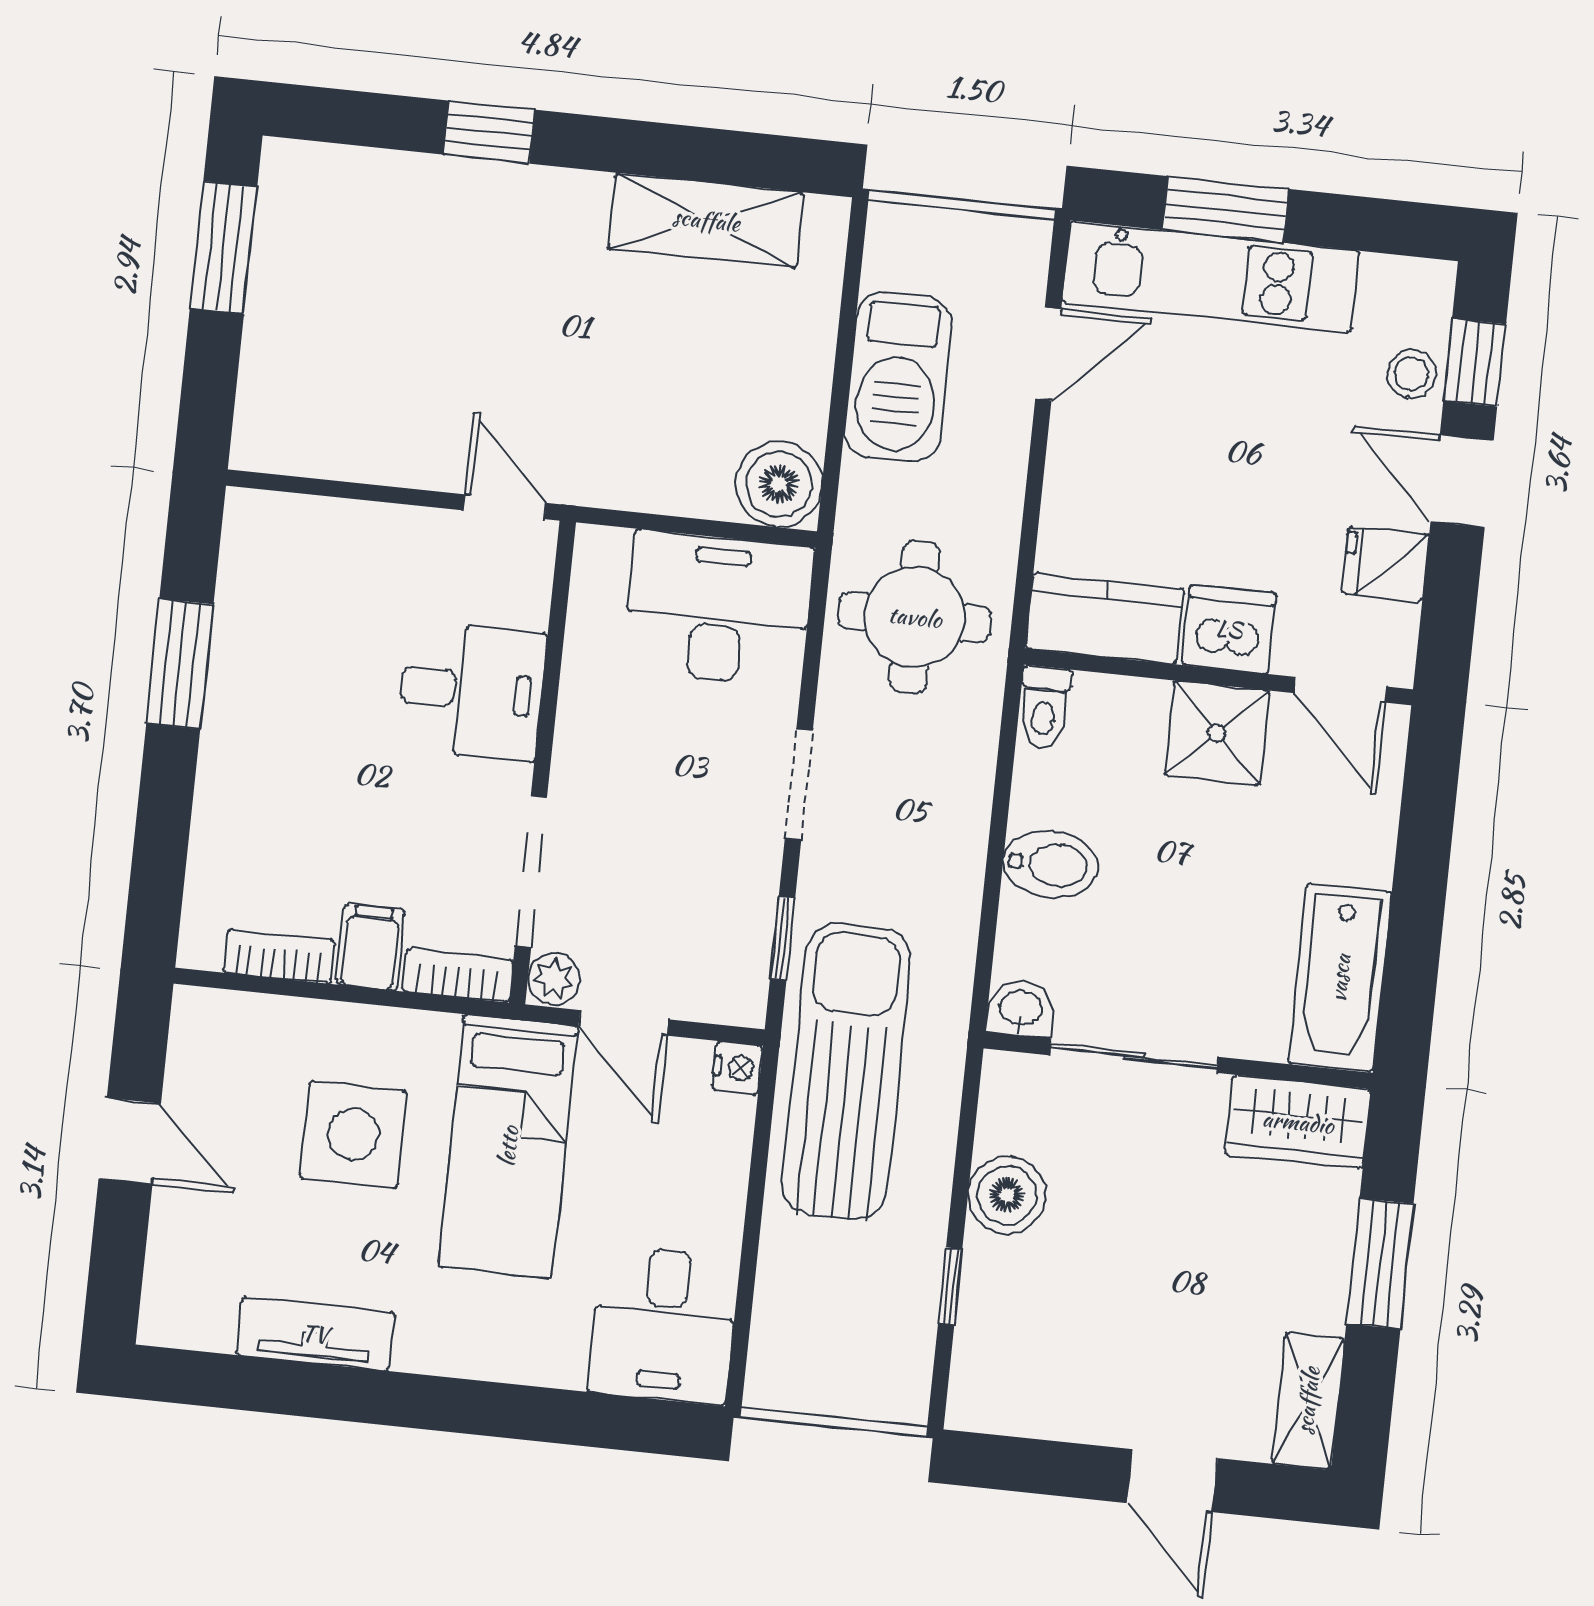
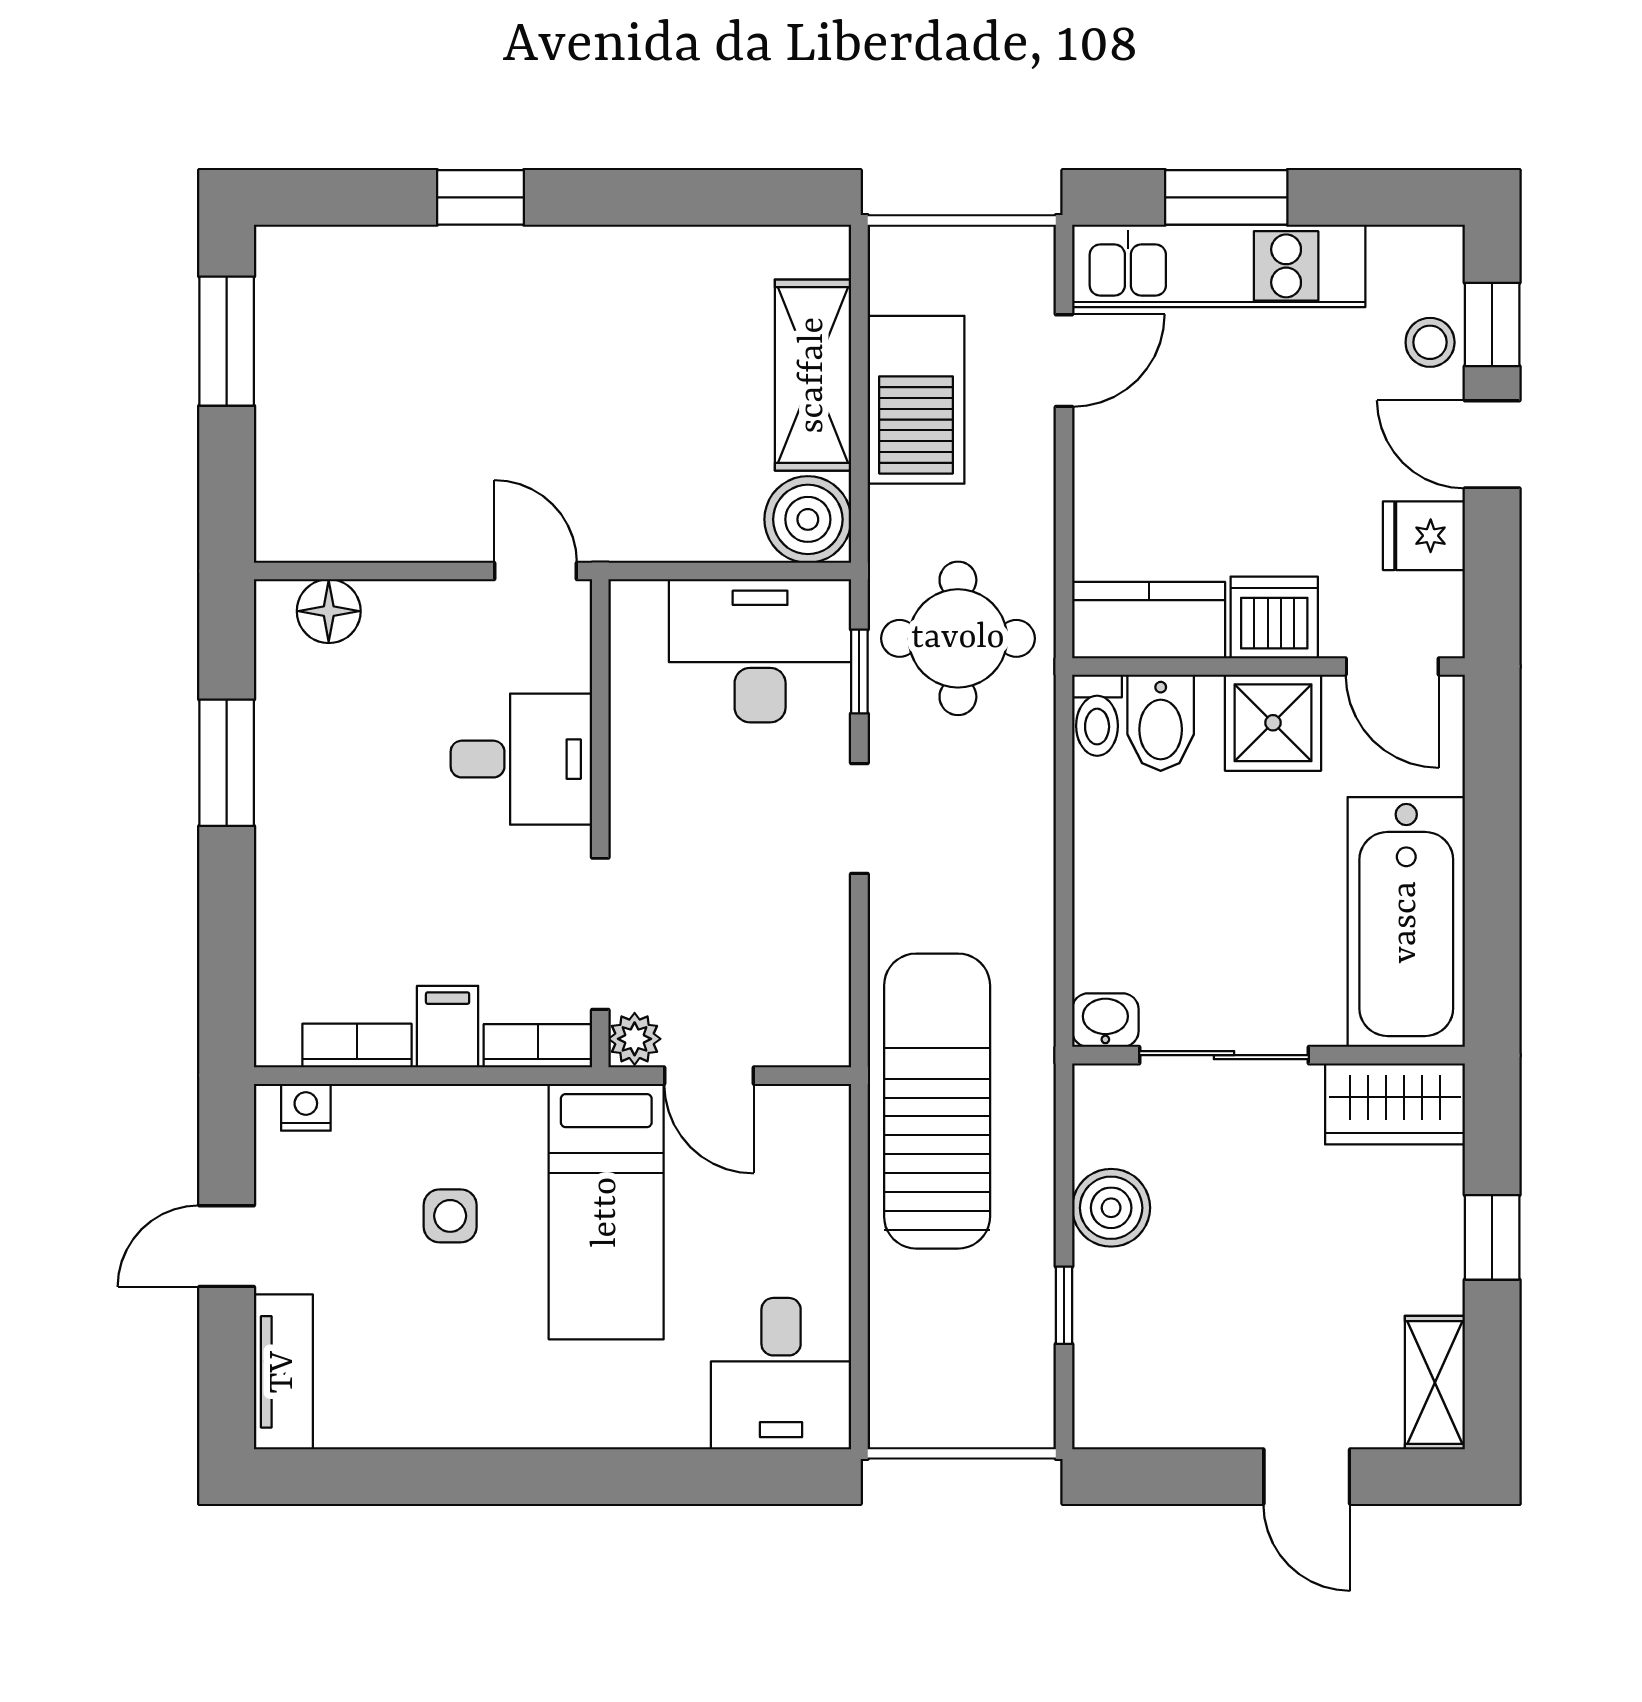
shelving: (706, 220) -> (813, 375), moved, turned 90
floor lamp: (296, 525) -> (329, 611), added
bidet: (1051, 865) -> (1161, 723), moved, turned 90
window: (783, 938) -> (859, 671), moved
bathtub: (1340, 978) -> (1406, 922), width x1.36, depth x1.36
nightstand: (737, 1068) -> (306, 1107), moved, turned -90
side table: (353, 1134) -> (450, 1216), width x0.54, depth x0.54
door: (130, 1141) -> (227, 1246), swing flipped
window: (1380, 1264) -> (1492, 1237), width x0.67
tv unit: (315, 1334) -> (283, 1372), moved, turned 90

